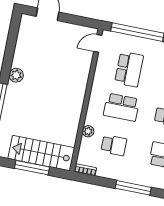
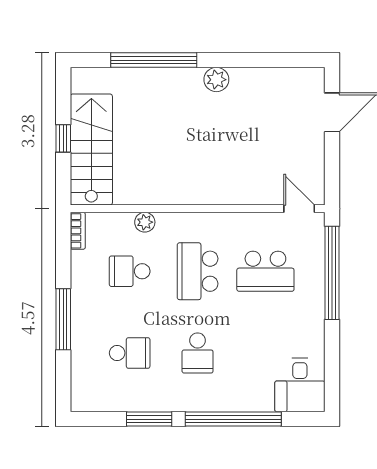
school desk: (114, 145) -> (130, 271), turned 90
window: (32, 168) -> (63, 138), width x0.46

